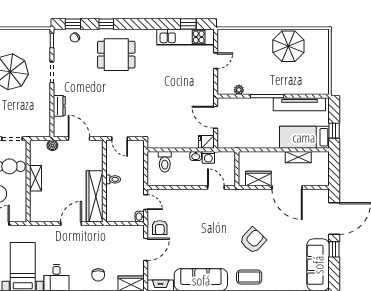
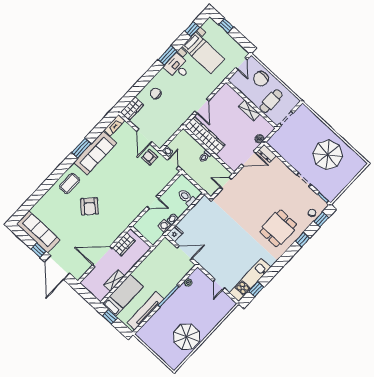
dresser: (59, 106) -> (267, 153), moved
door: (216, 187) -> (153, 203), moved
door: (146, 202) -> (173, 163), swing flipped

